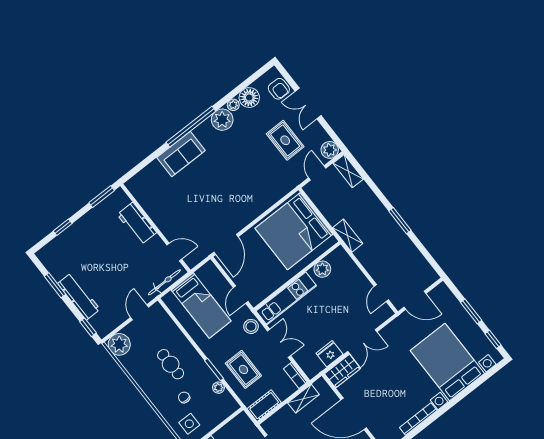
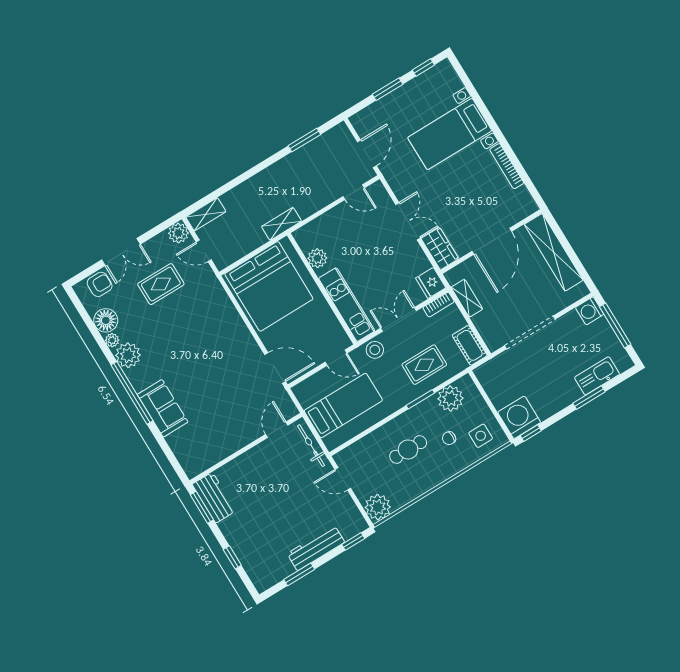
window: (400, 221) -> (304, 140), moved
workbench: (137, 223) -> (214, 498), moved, turned -90
fridge: (330, 354) -> (431, 283), moved
bed with nightstands: (447, 362) -> (450, 134), width x0.73
plant: (218, 388) -> (450, 398), width x1.88, depth x1.88

